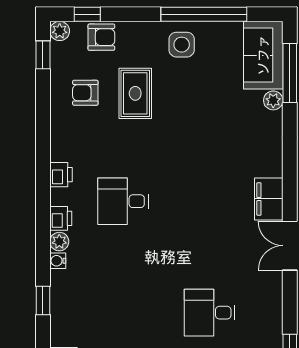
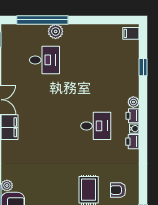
armchair: (85, 93) -> (118, 190), turned 180
water cooler: (58, 261) -> (134, 129), moved

